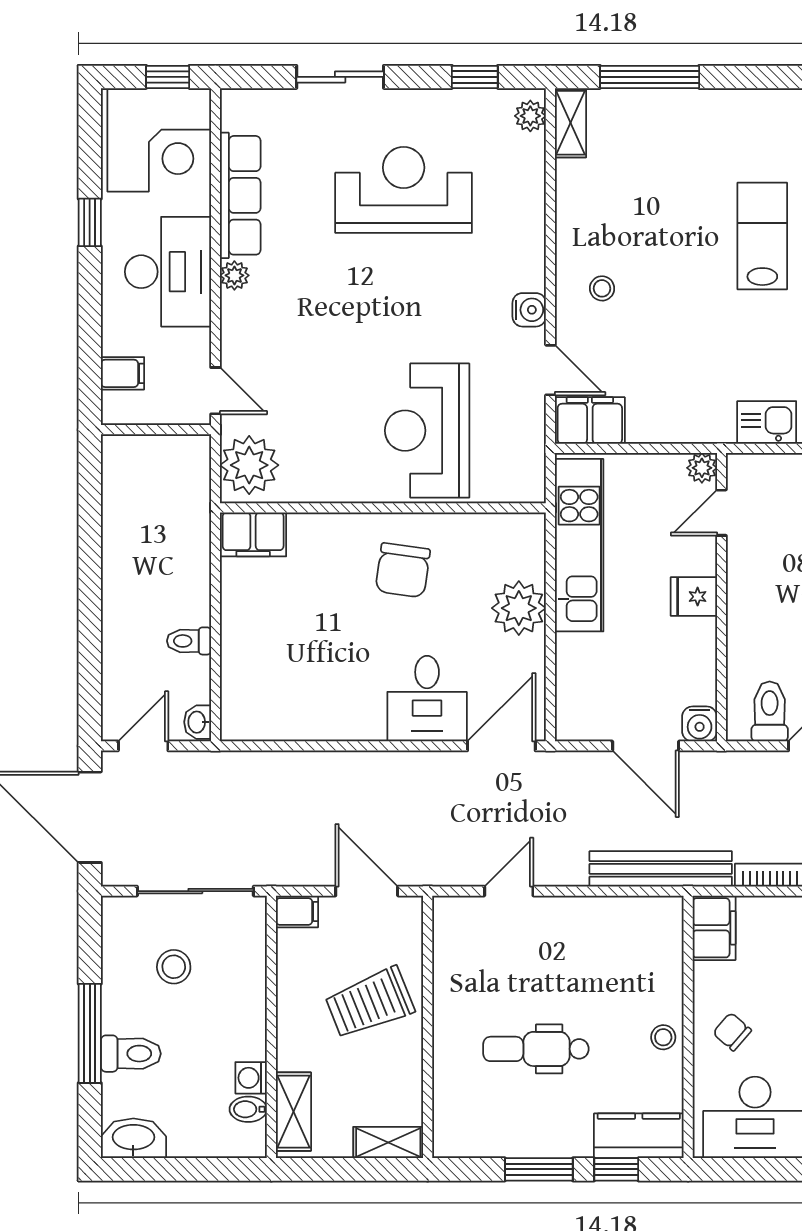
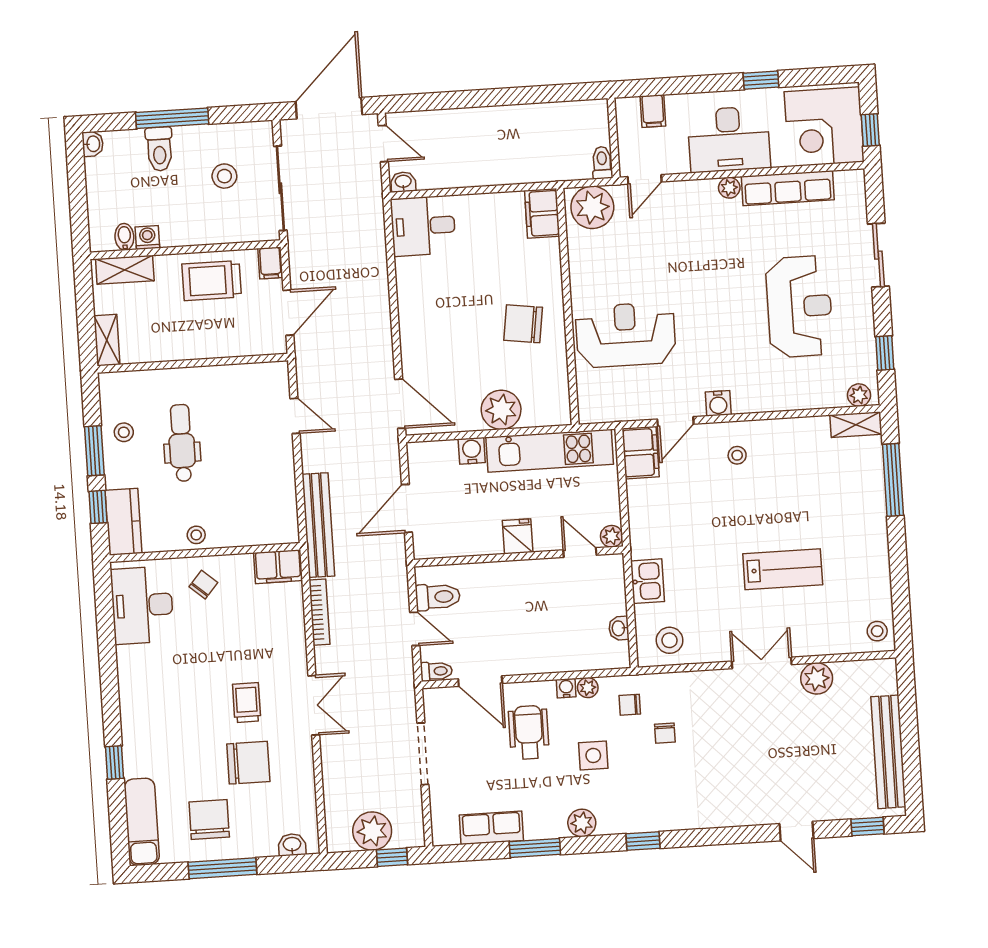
toilet: (189, 641) -> (602, 163), moved
desk: (427, 699) -> (423, 226), moved
water cooler: (700, 724) -> (472, 451), moved, turned 90
trolley: (370, 1003) -> (212, 281), moved, turned -68
stool: (516, 1127) -> (124, 432), added
washbasin: (133, 1138) -> (93, 144), width x0.52, depth x0.69

